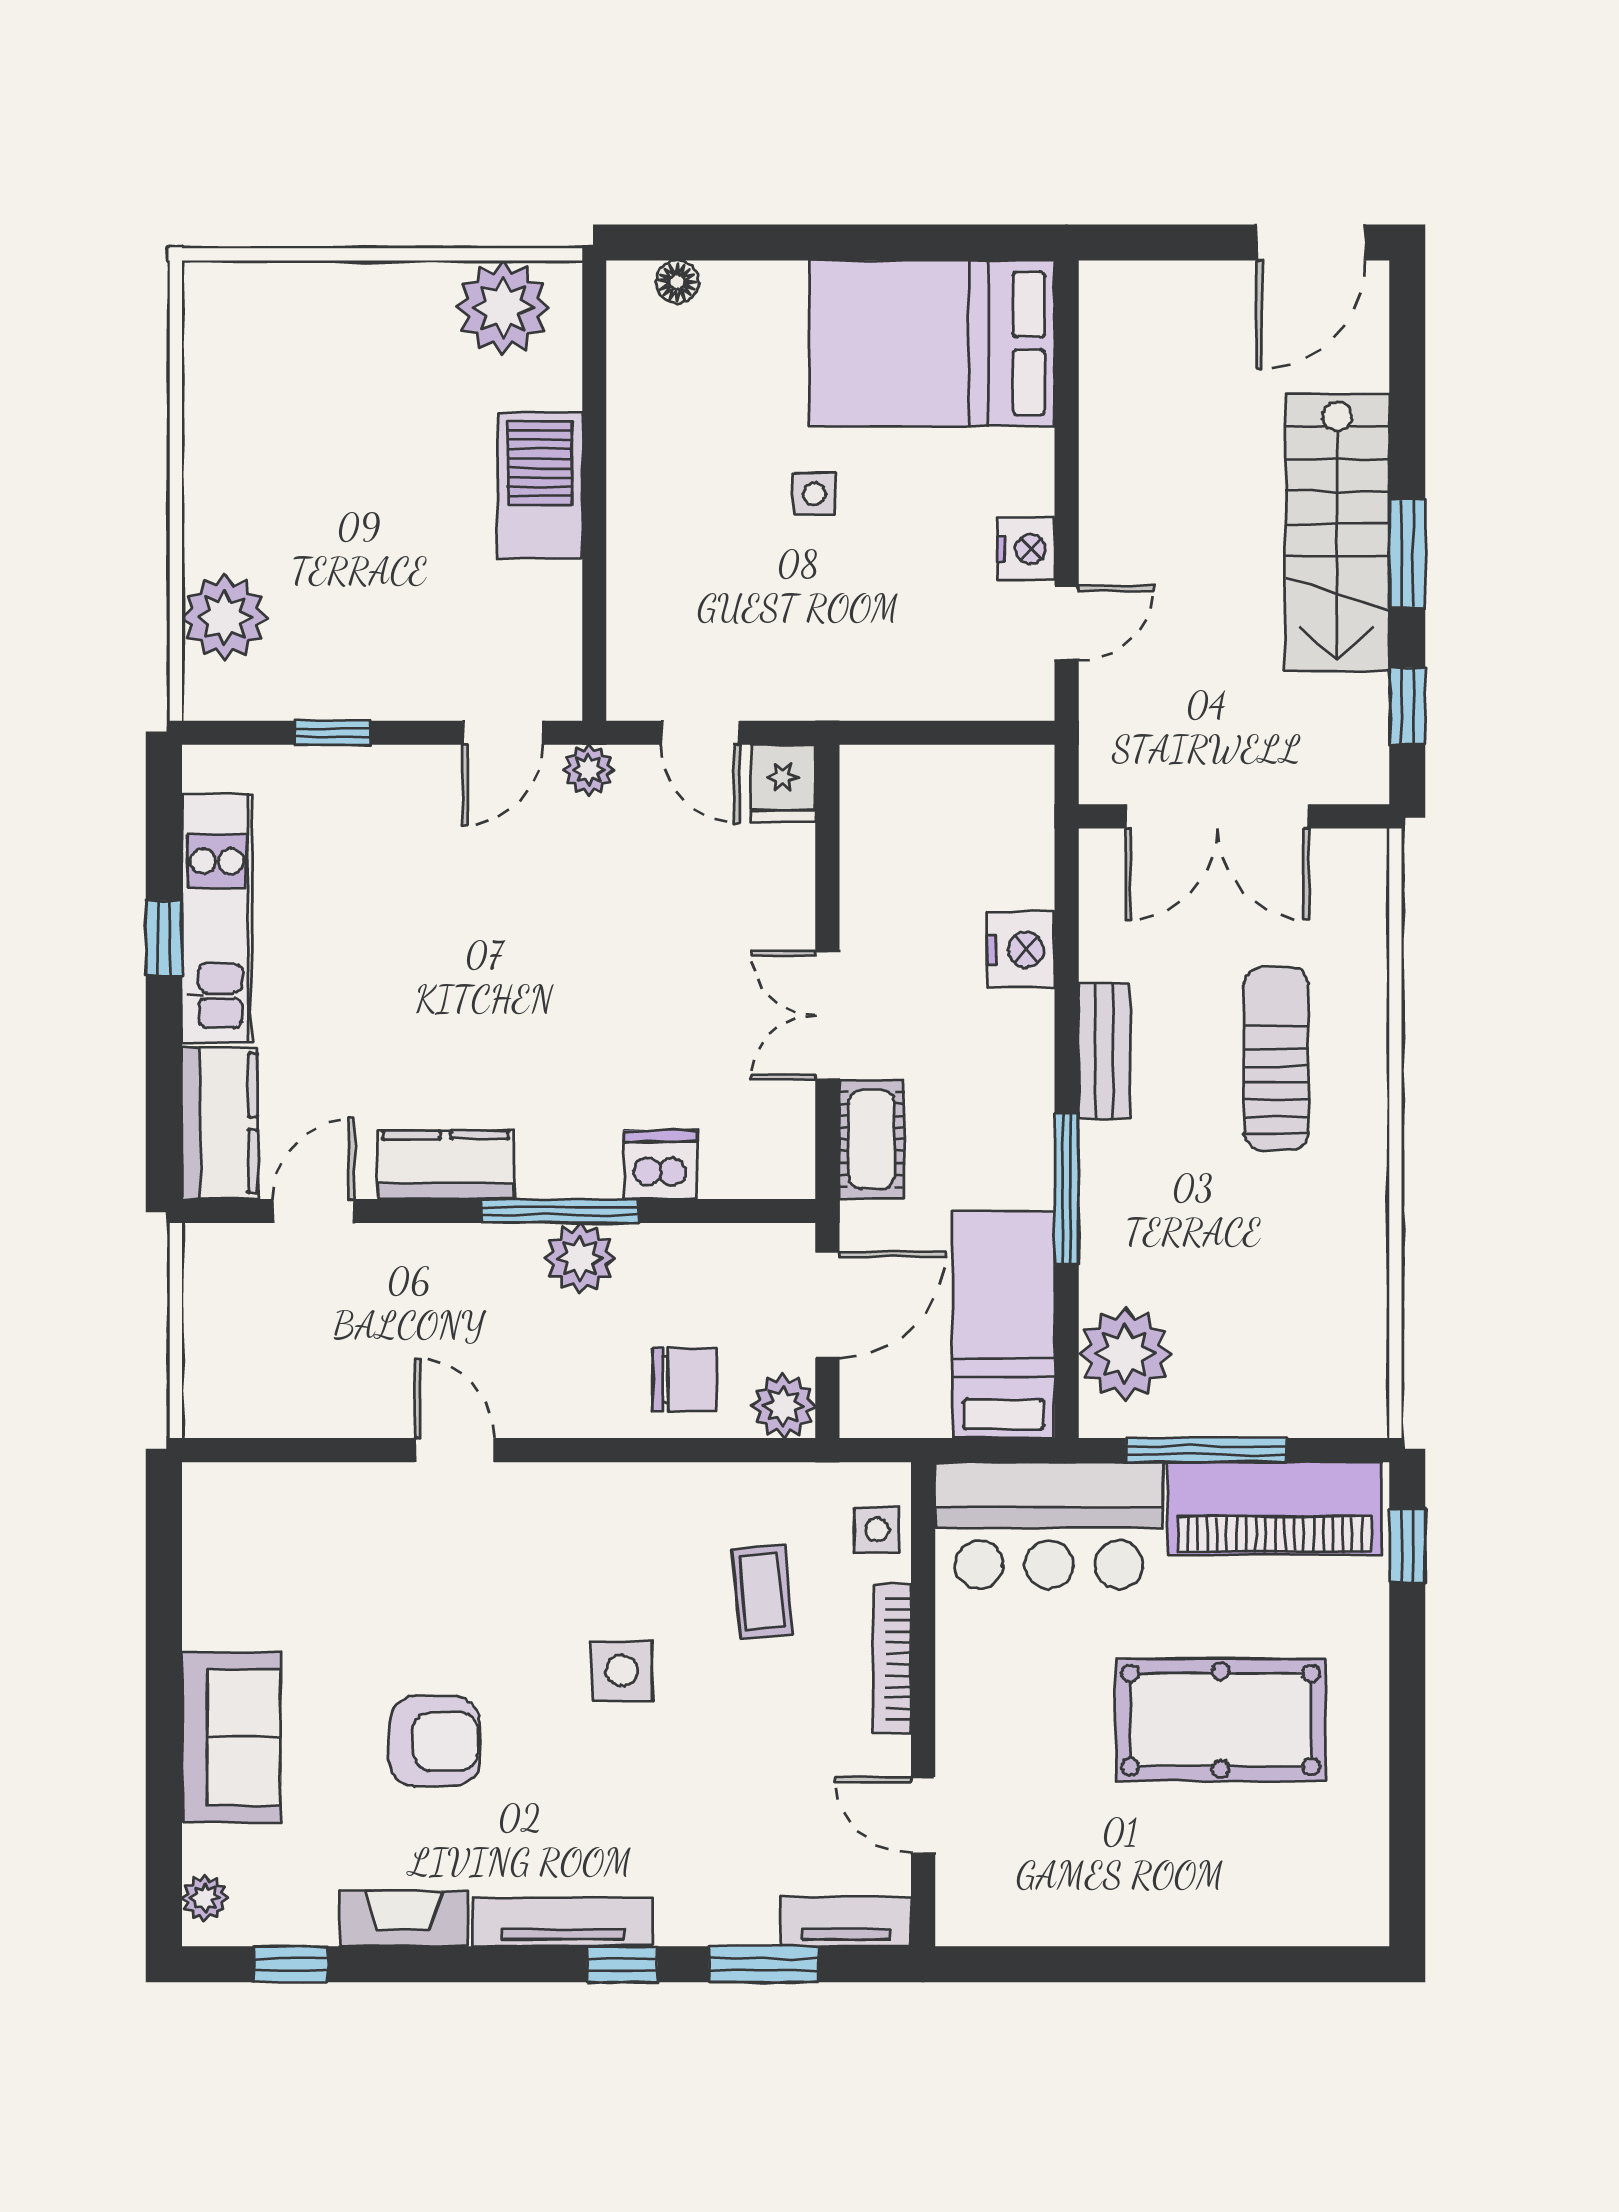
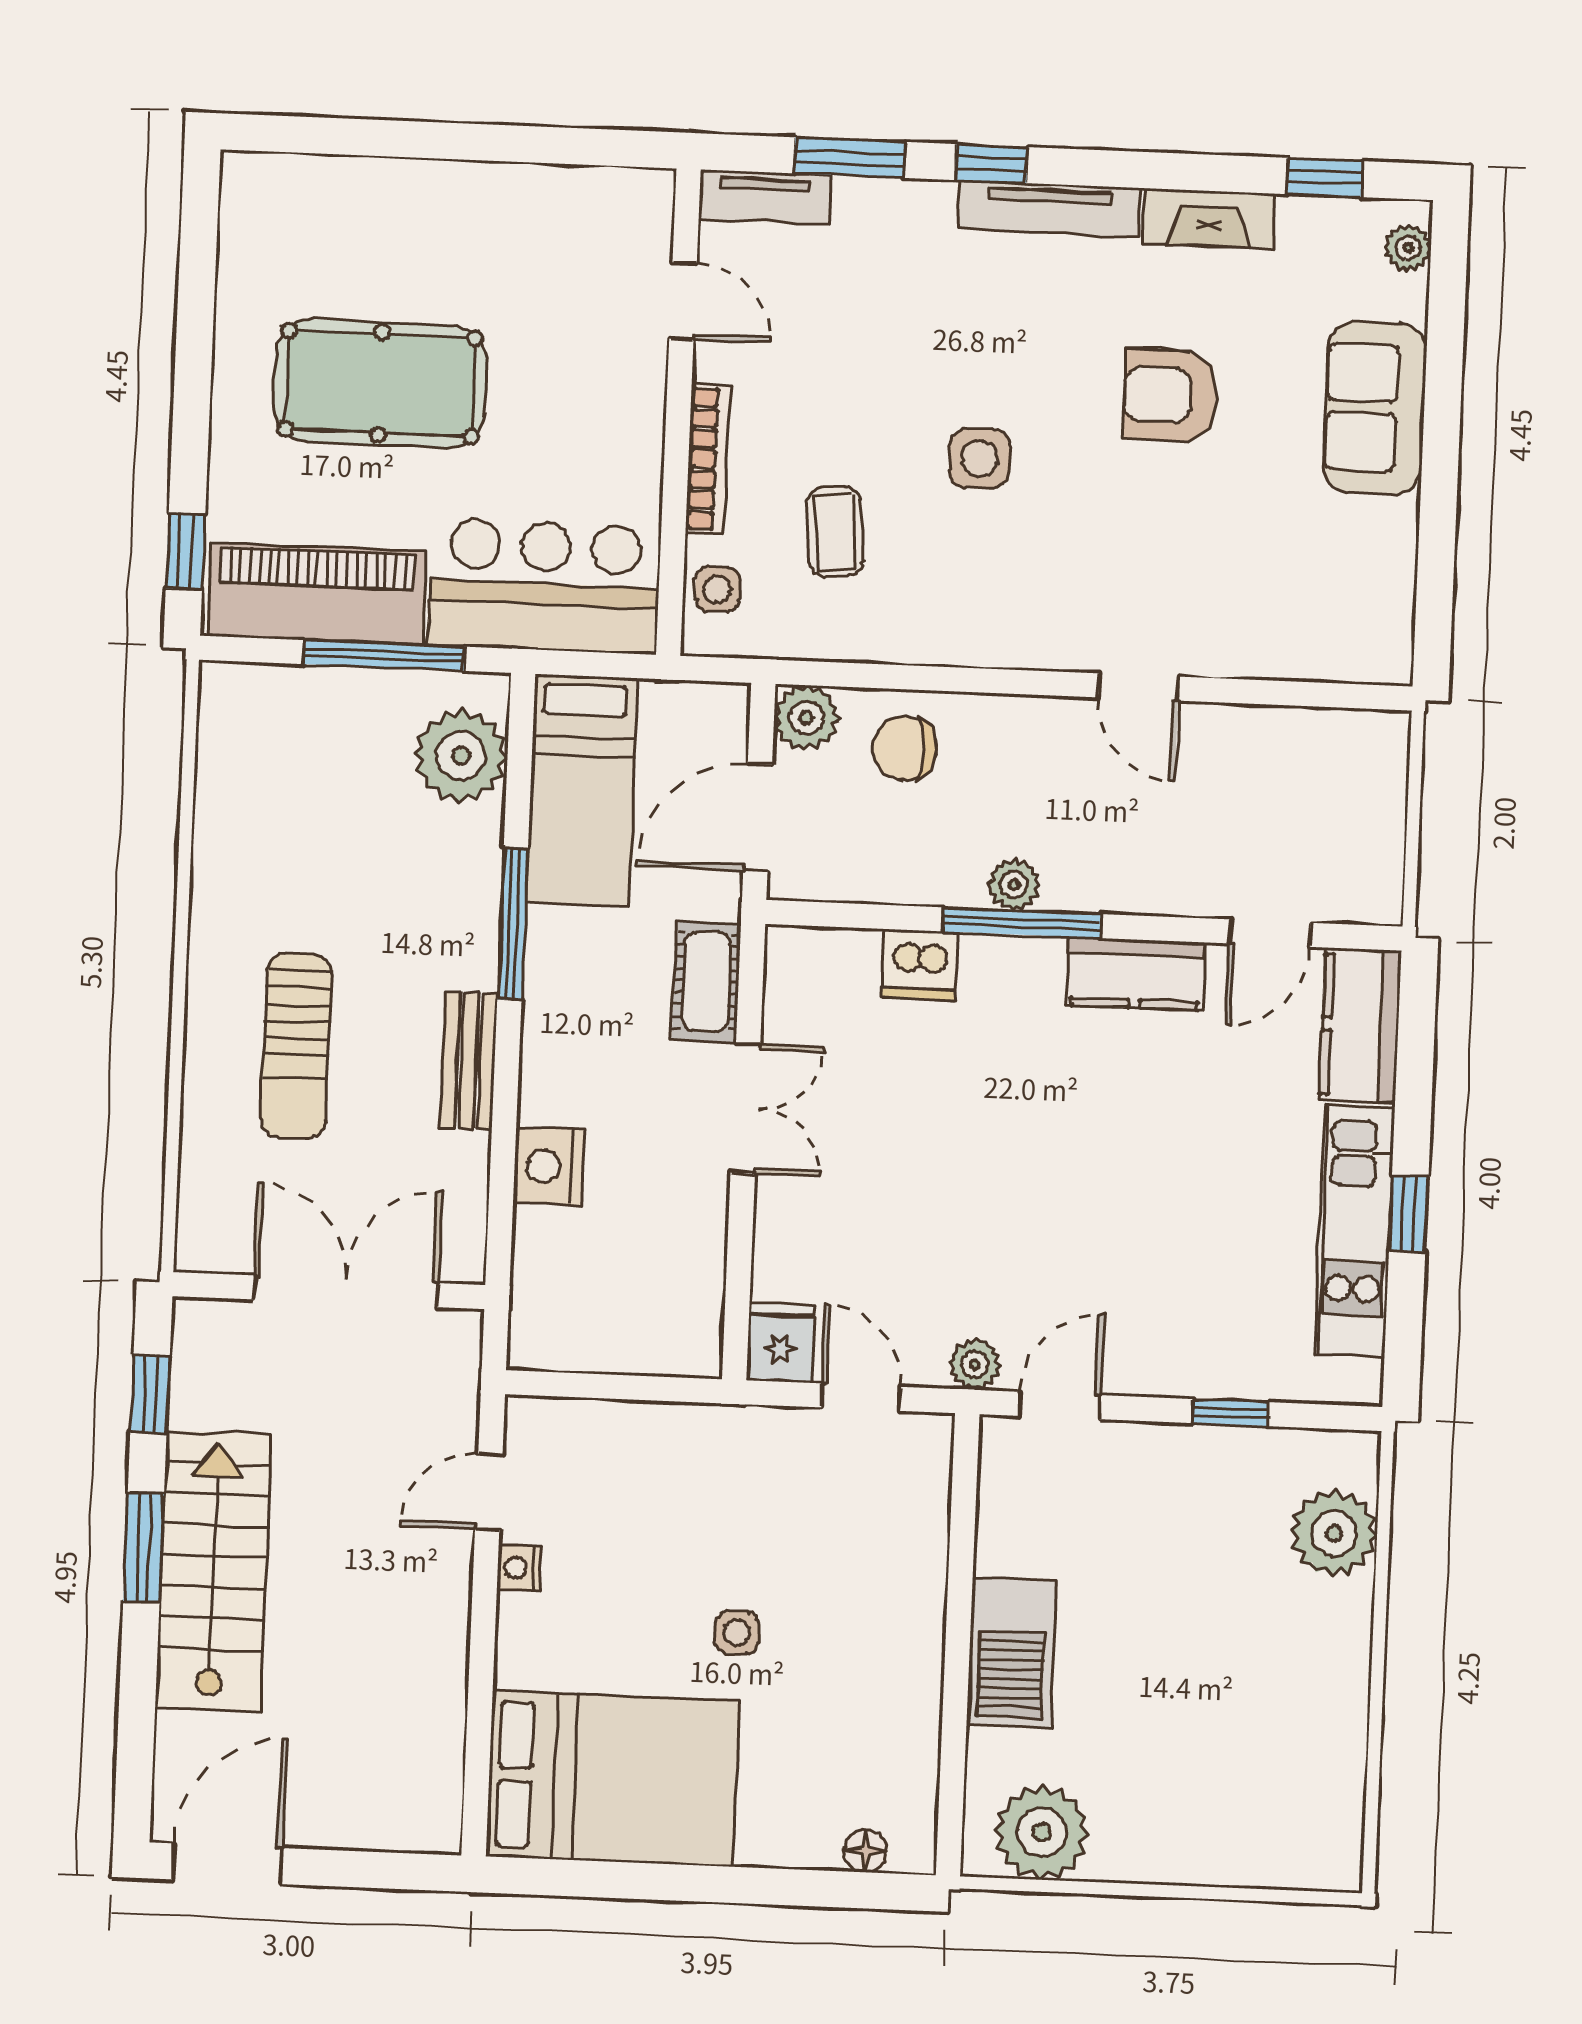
nightstand: (1026, 549) -> (519, 1568), width x0.72, depth x0.74
plant: (580, 1258) -> (1014, 885), width x0.73, depth x0.73

